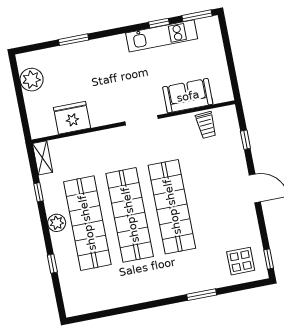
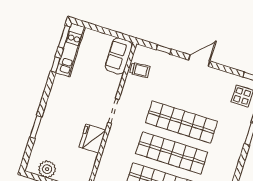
kitchen unit: (162, 36) -> (70, 50), moved
sofa: (188, 96) -> (119, 56), moved
fridge: (72, 118) -> (92, 139), moved

